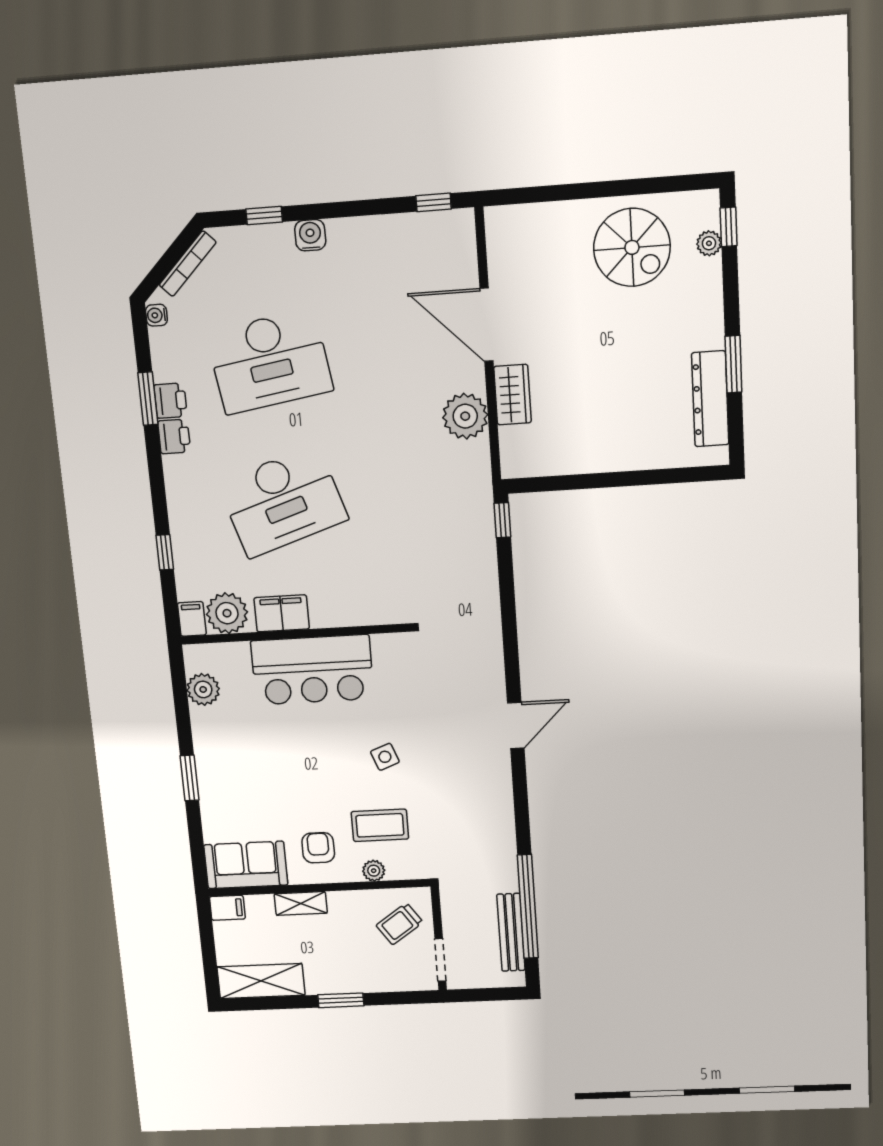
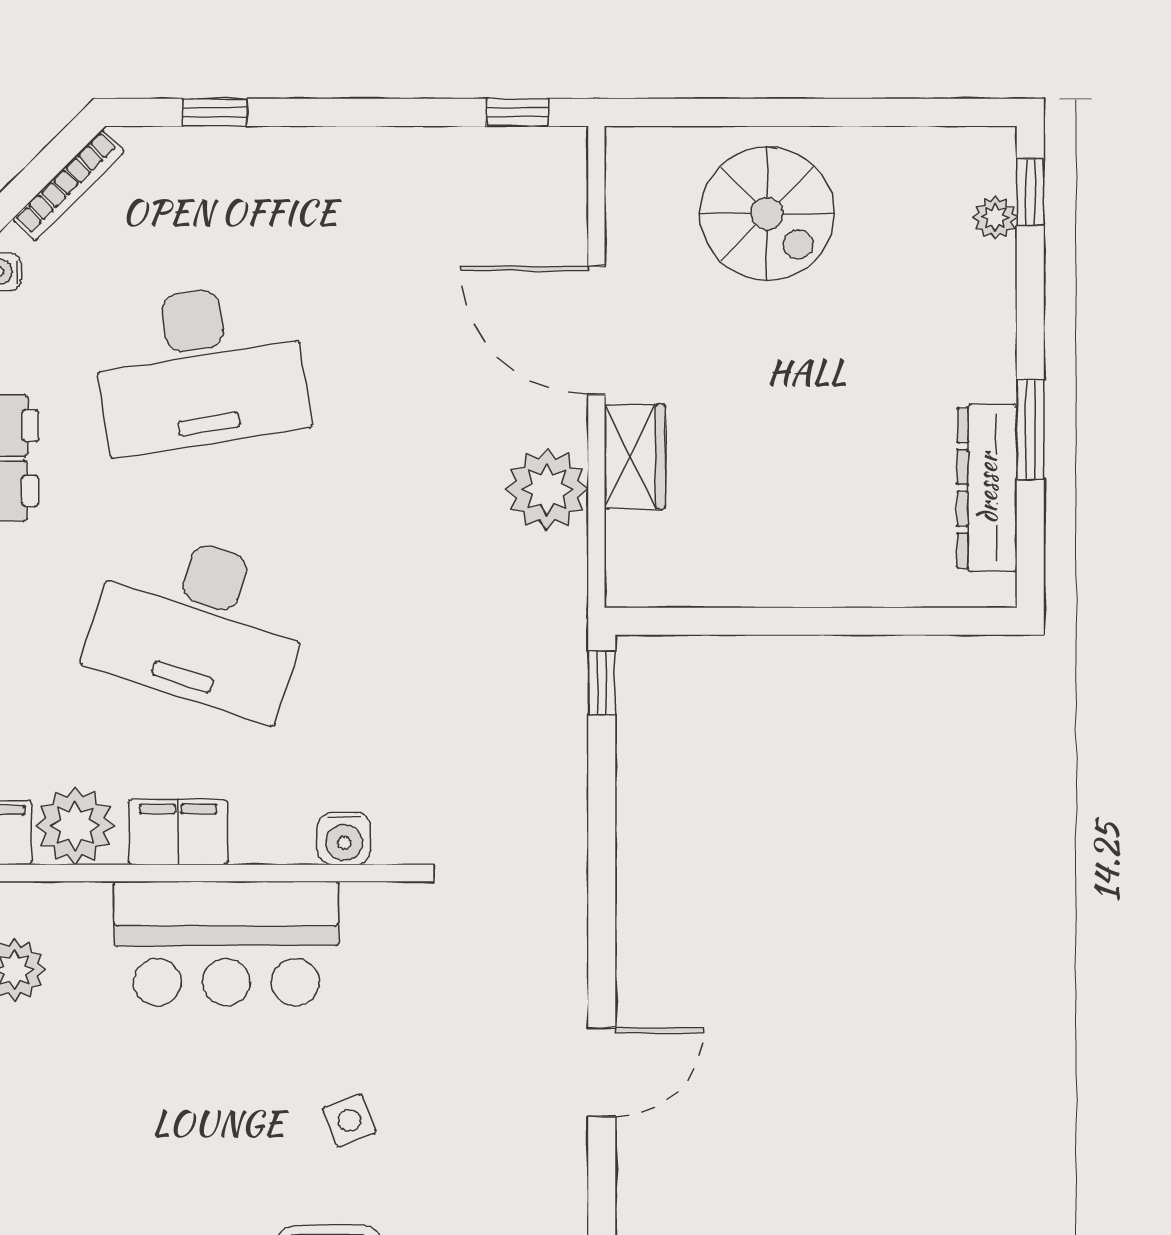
water cooler: (310, 235) -> (344, 838), moved, turned 180
spiral stairs: (632, 247) -> (767, 214), moved
desk: (283, 501) -> (200, 623), turned 36

